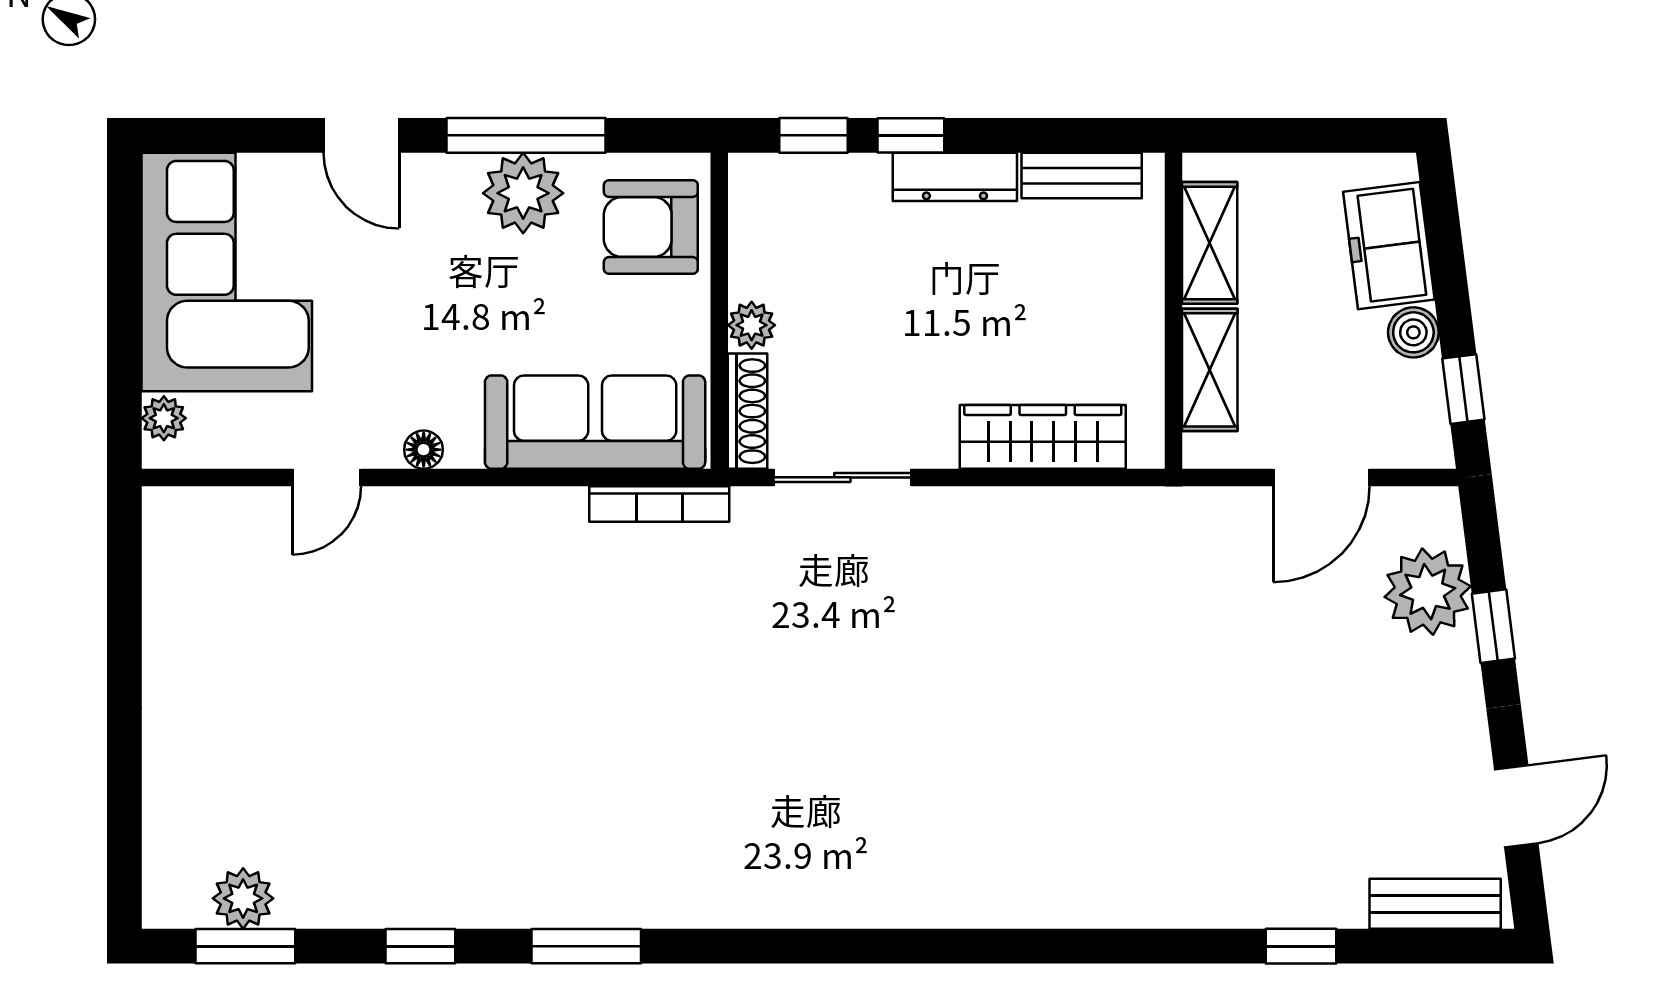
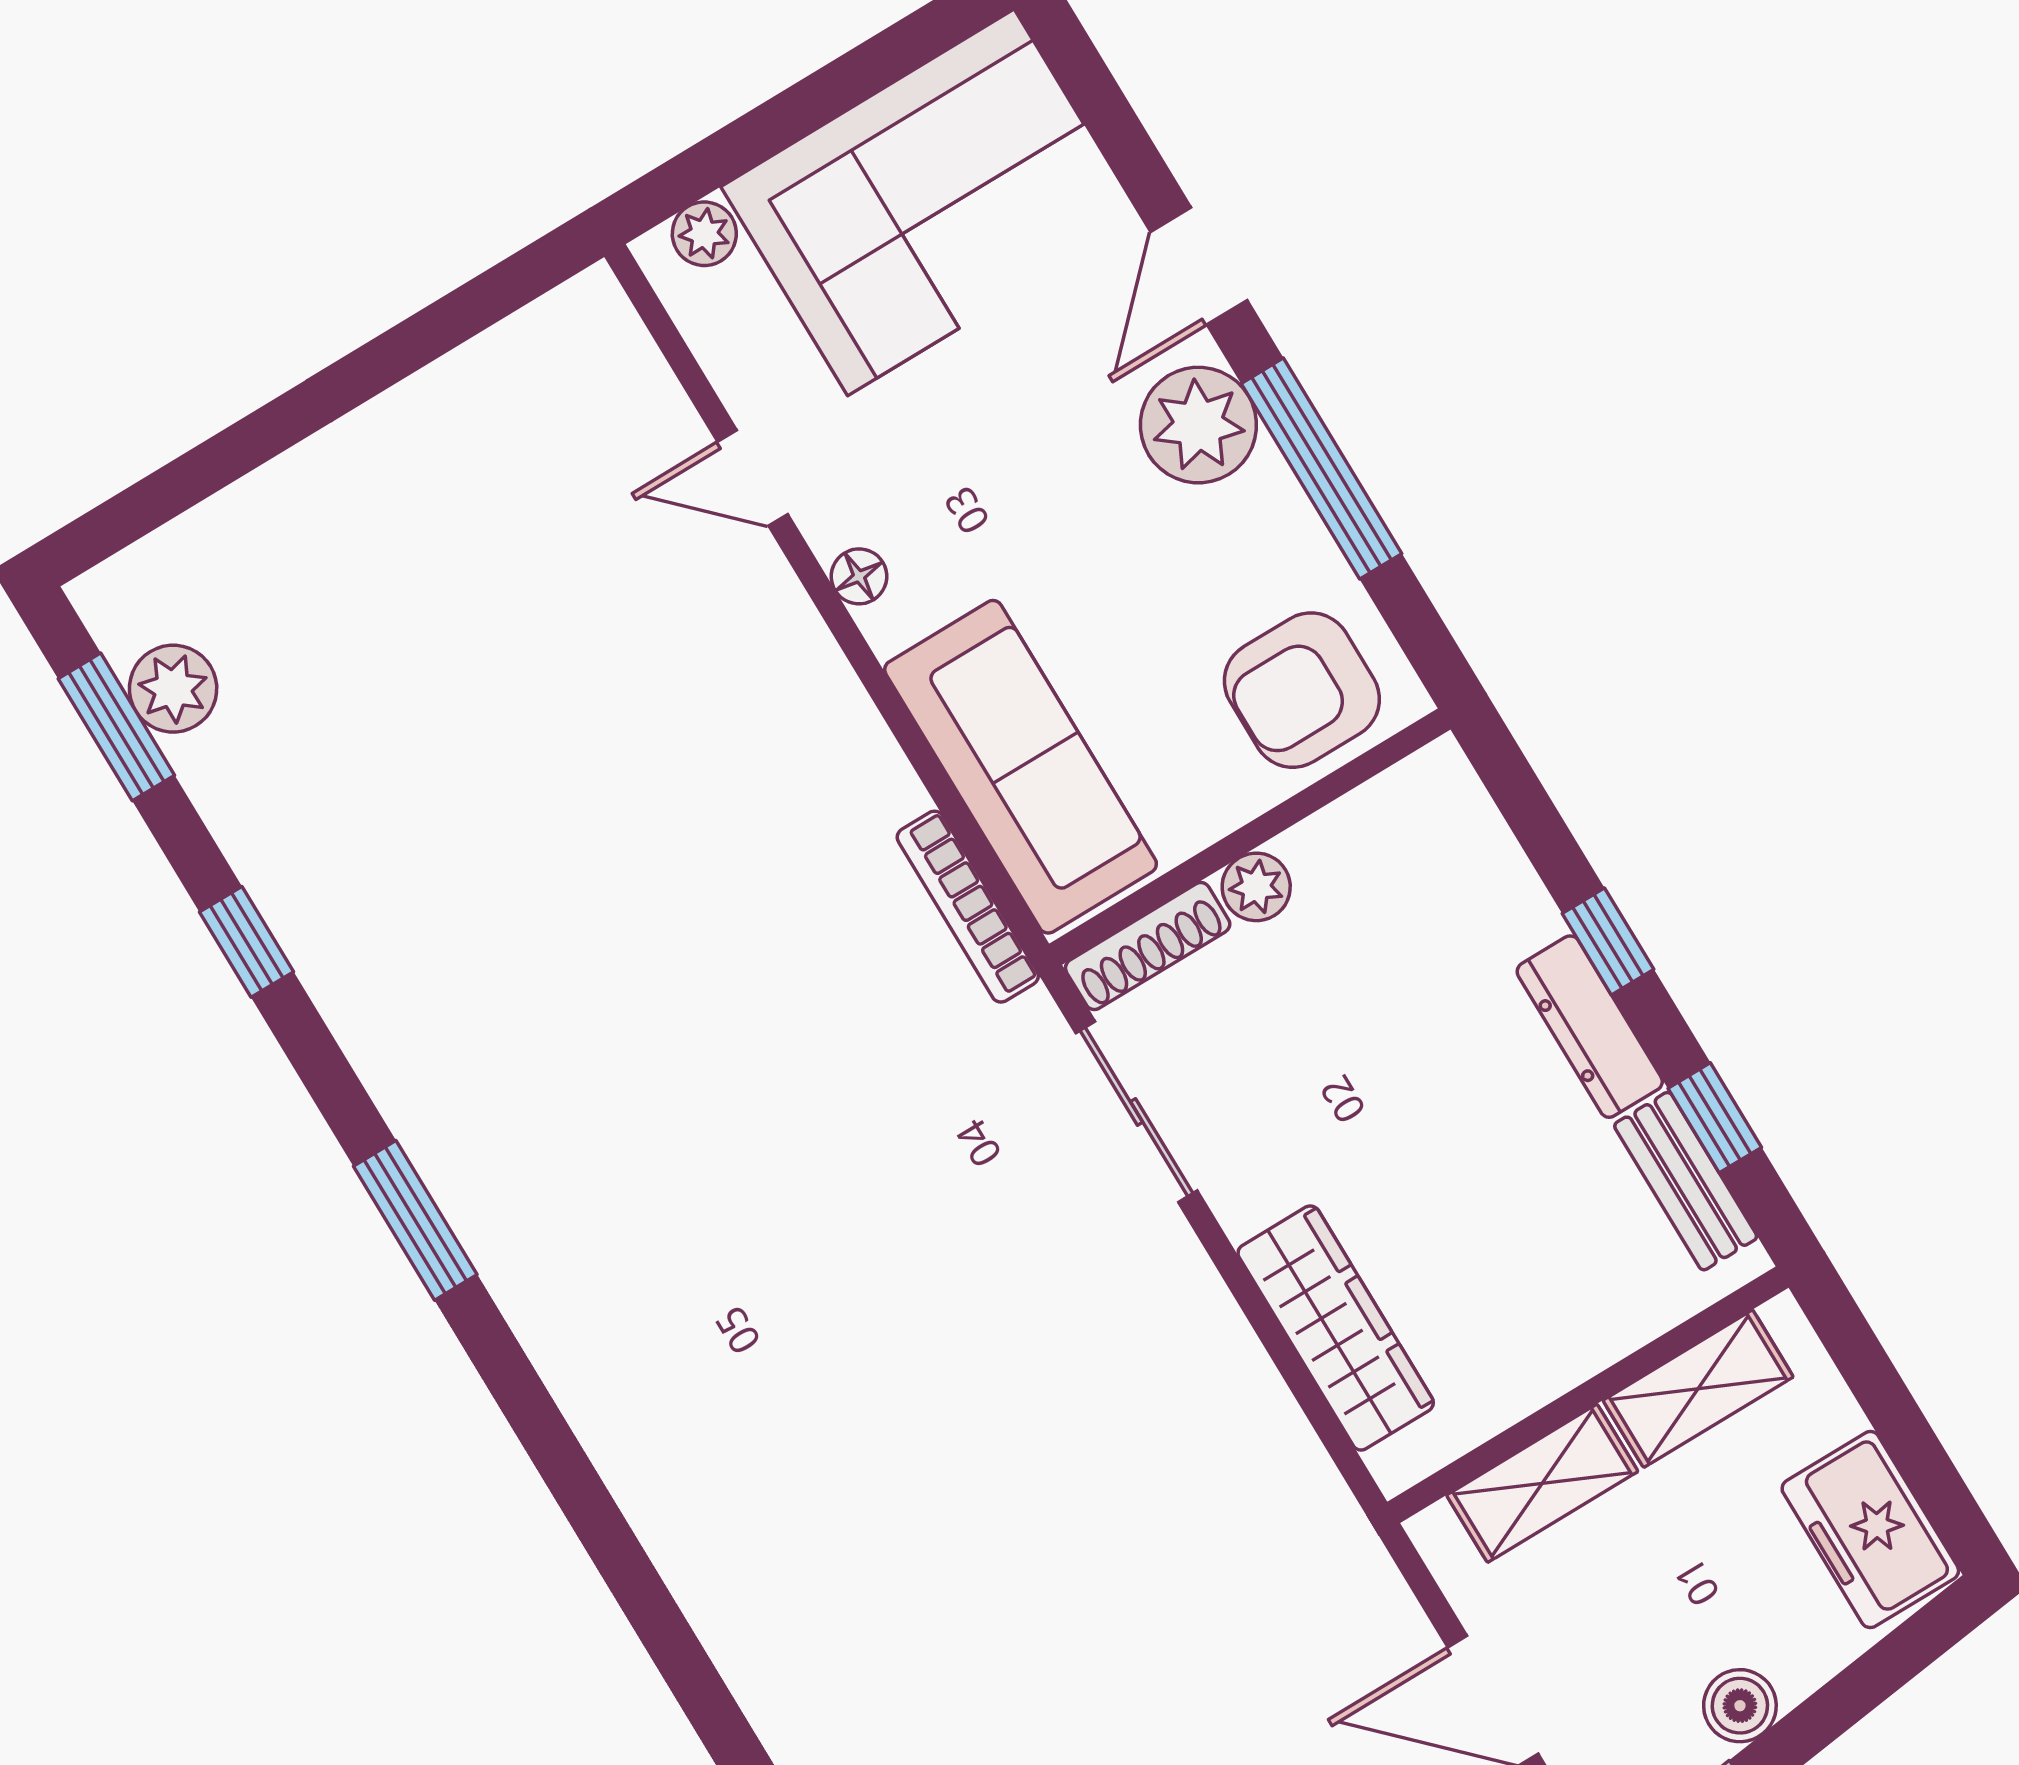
window: (814, 135) -> (1715, 1118), moved
plant: (523, 193) -> (1198, 425), moved
armchair: (651, 227) -> (1302, 690), turned -90
freezer: (1389, 246) -> (1870, 1530), moved, turned -83
window: (586, 946) -> (415, 1220), moved

